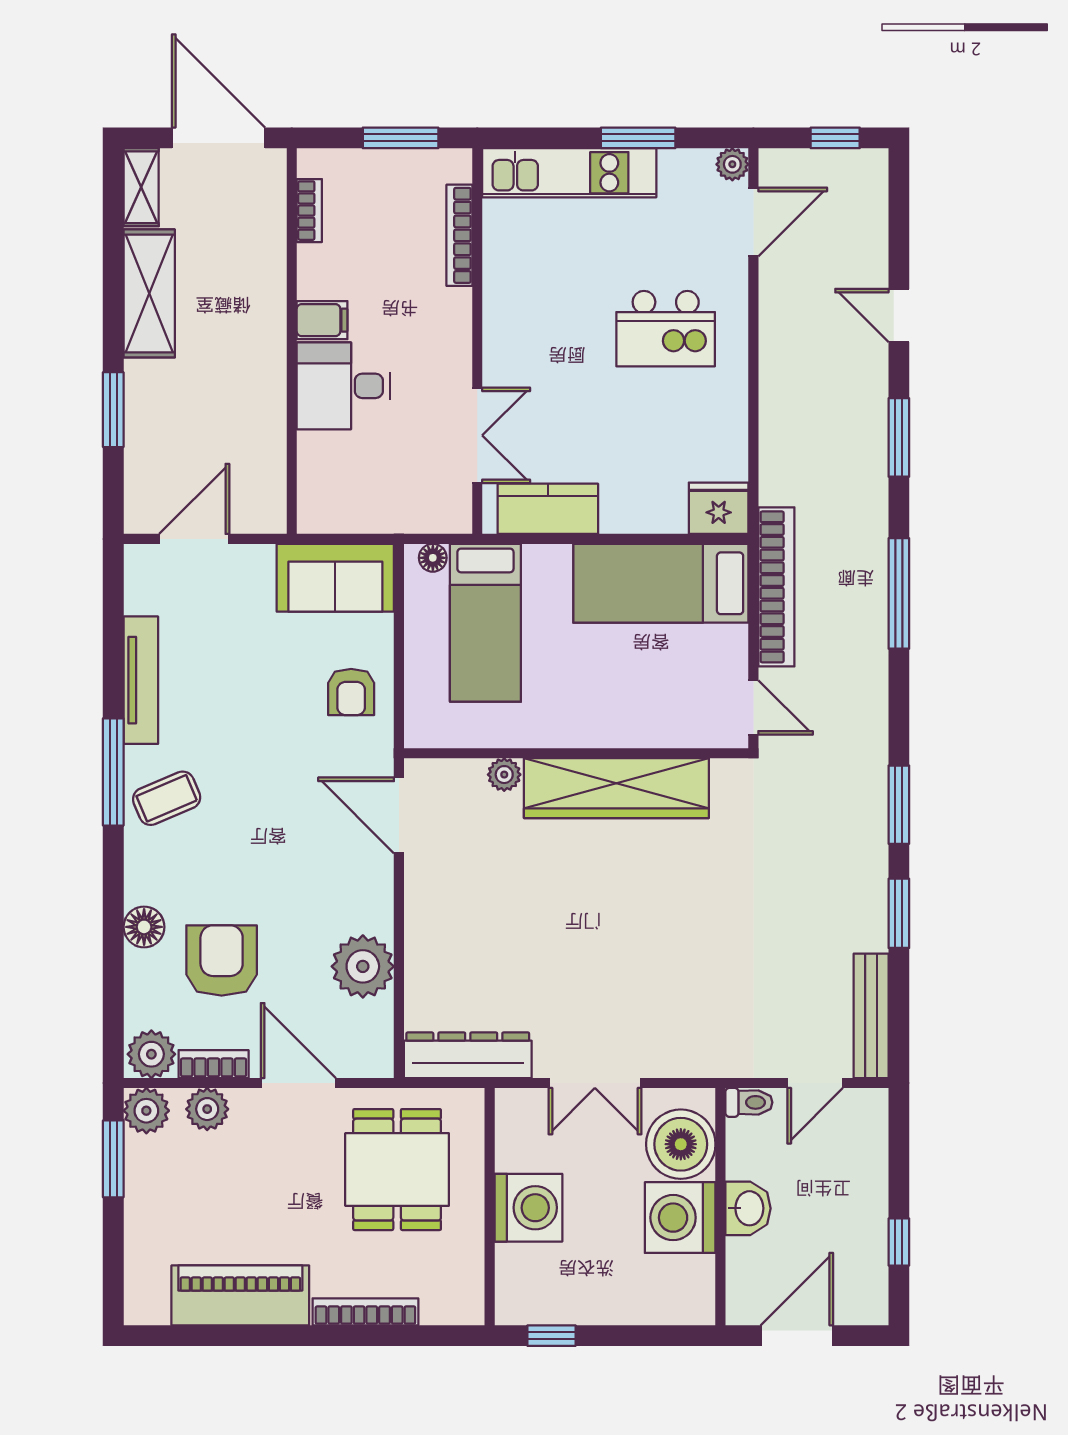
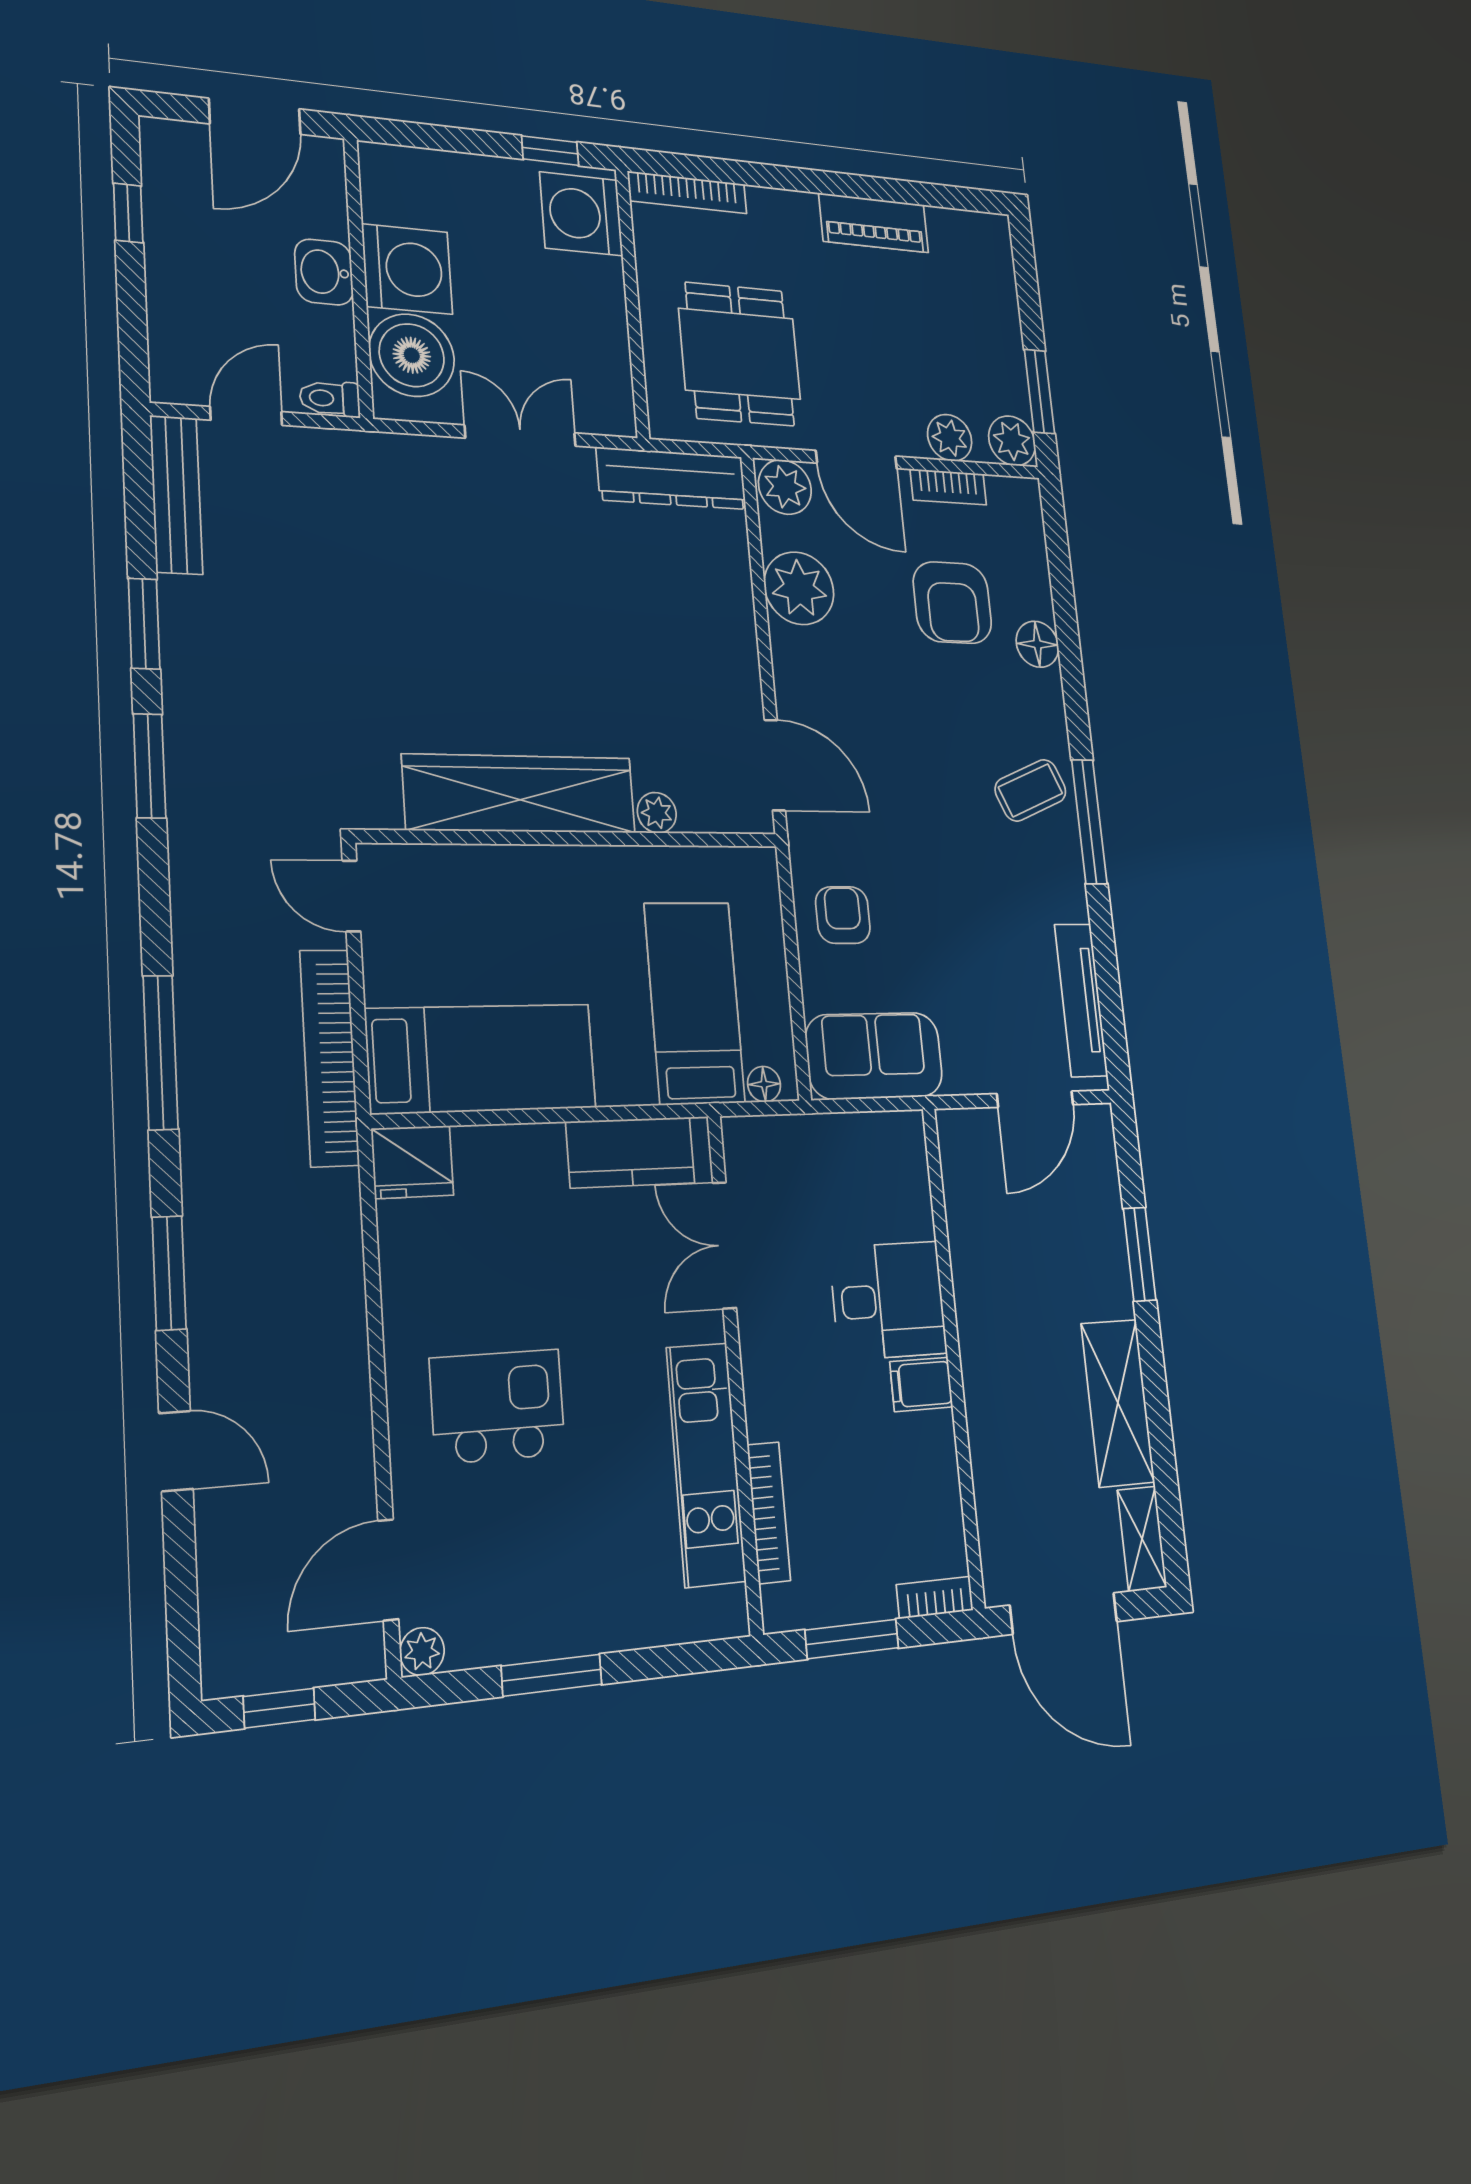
kitchen unit: (569, 173) -> (706, 1464), moved, turned -90
bookcase: (309, 211) -> (935, 1597), moved, turned 90
tv unit: (141, 680) -> (1081, 1000), moved
plant: (151, 1054) -> (785, 487), moved
washing machine: (528, 1208) -> (581, 214), moved
piano: (240, 1295) -> (874, 223), width x0.73, depth x0.75
bookcase: (365, 1312) -> (687, 192), moved

